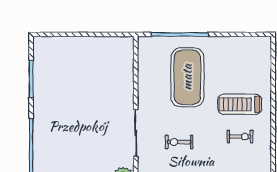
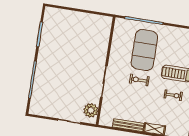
exercise bike: (179, 142) -> (139, 80), moved

